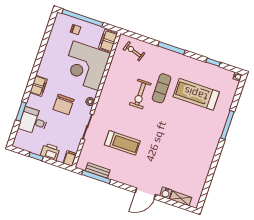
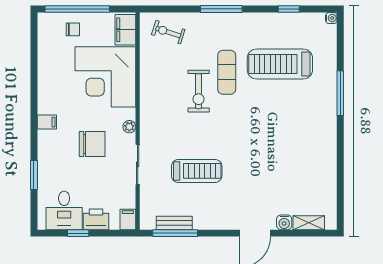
filing cabinet: (39, 86) -> (47, 122), width x0.50
chair: (64, 104) -> (92, 144), turned -90
desk: (33, 121) -> (64, 210), moved, turned -90

